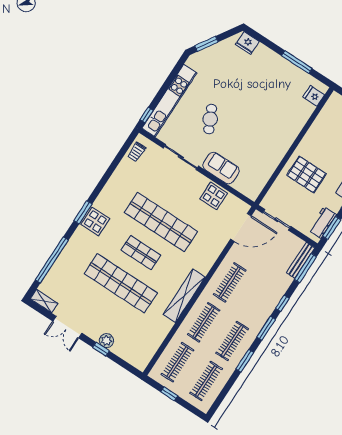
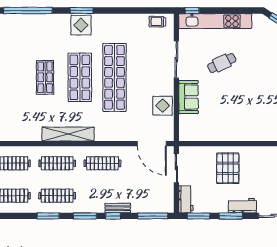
workbench: (323, 223) -> (186, 199), moved, turned 90
shop shelf: (141, 253) -> (80, 77), width x1.43, depth x1.36
bench: (301, 260) -> (118, 208), moved, width x0.73
shop shelf: (121, 283) -> (45, 77), width x0.50, depth x0.74

